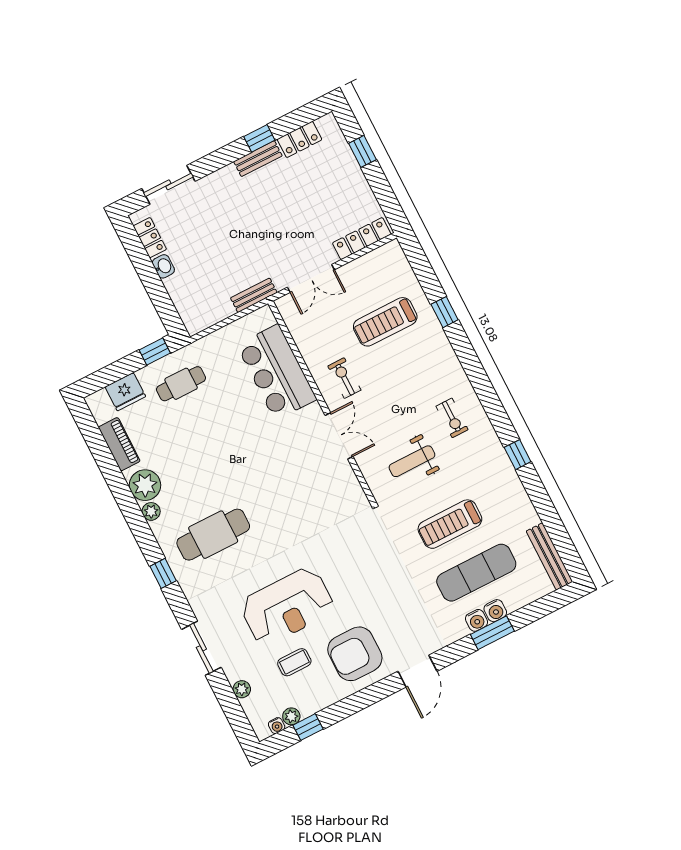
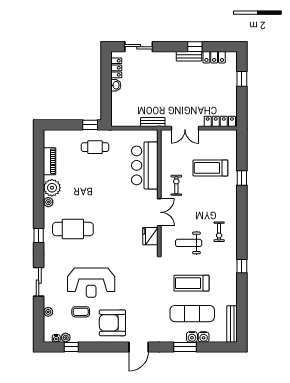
fridge: (125, 392) -> (150, 236), moved, turned 90
water cooler: (477, 620) -> (204, 337), moved

